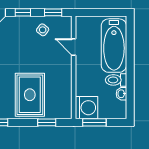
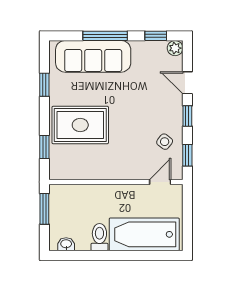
door: (74, 47) -> (160, 182), moved
washbasin: (121, 94) -> (66, 244), moved
washing machine: (87, 108) -> (63, 199), removed

